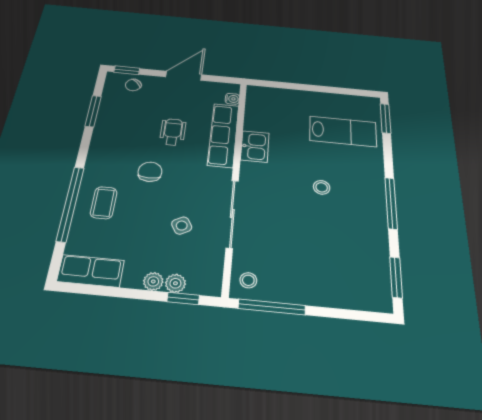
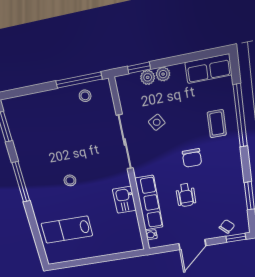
window: (385, 118) -> (41, 248), removed
stool: (248, 280) -> (85, 96), moved

